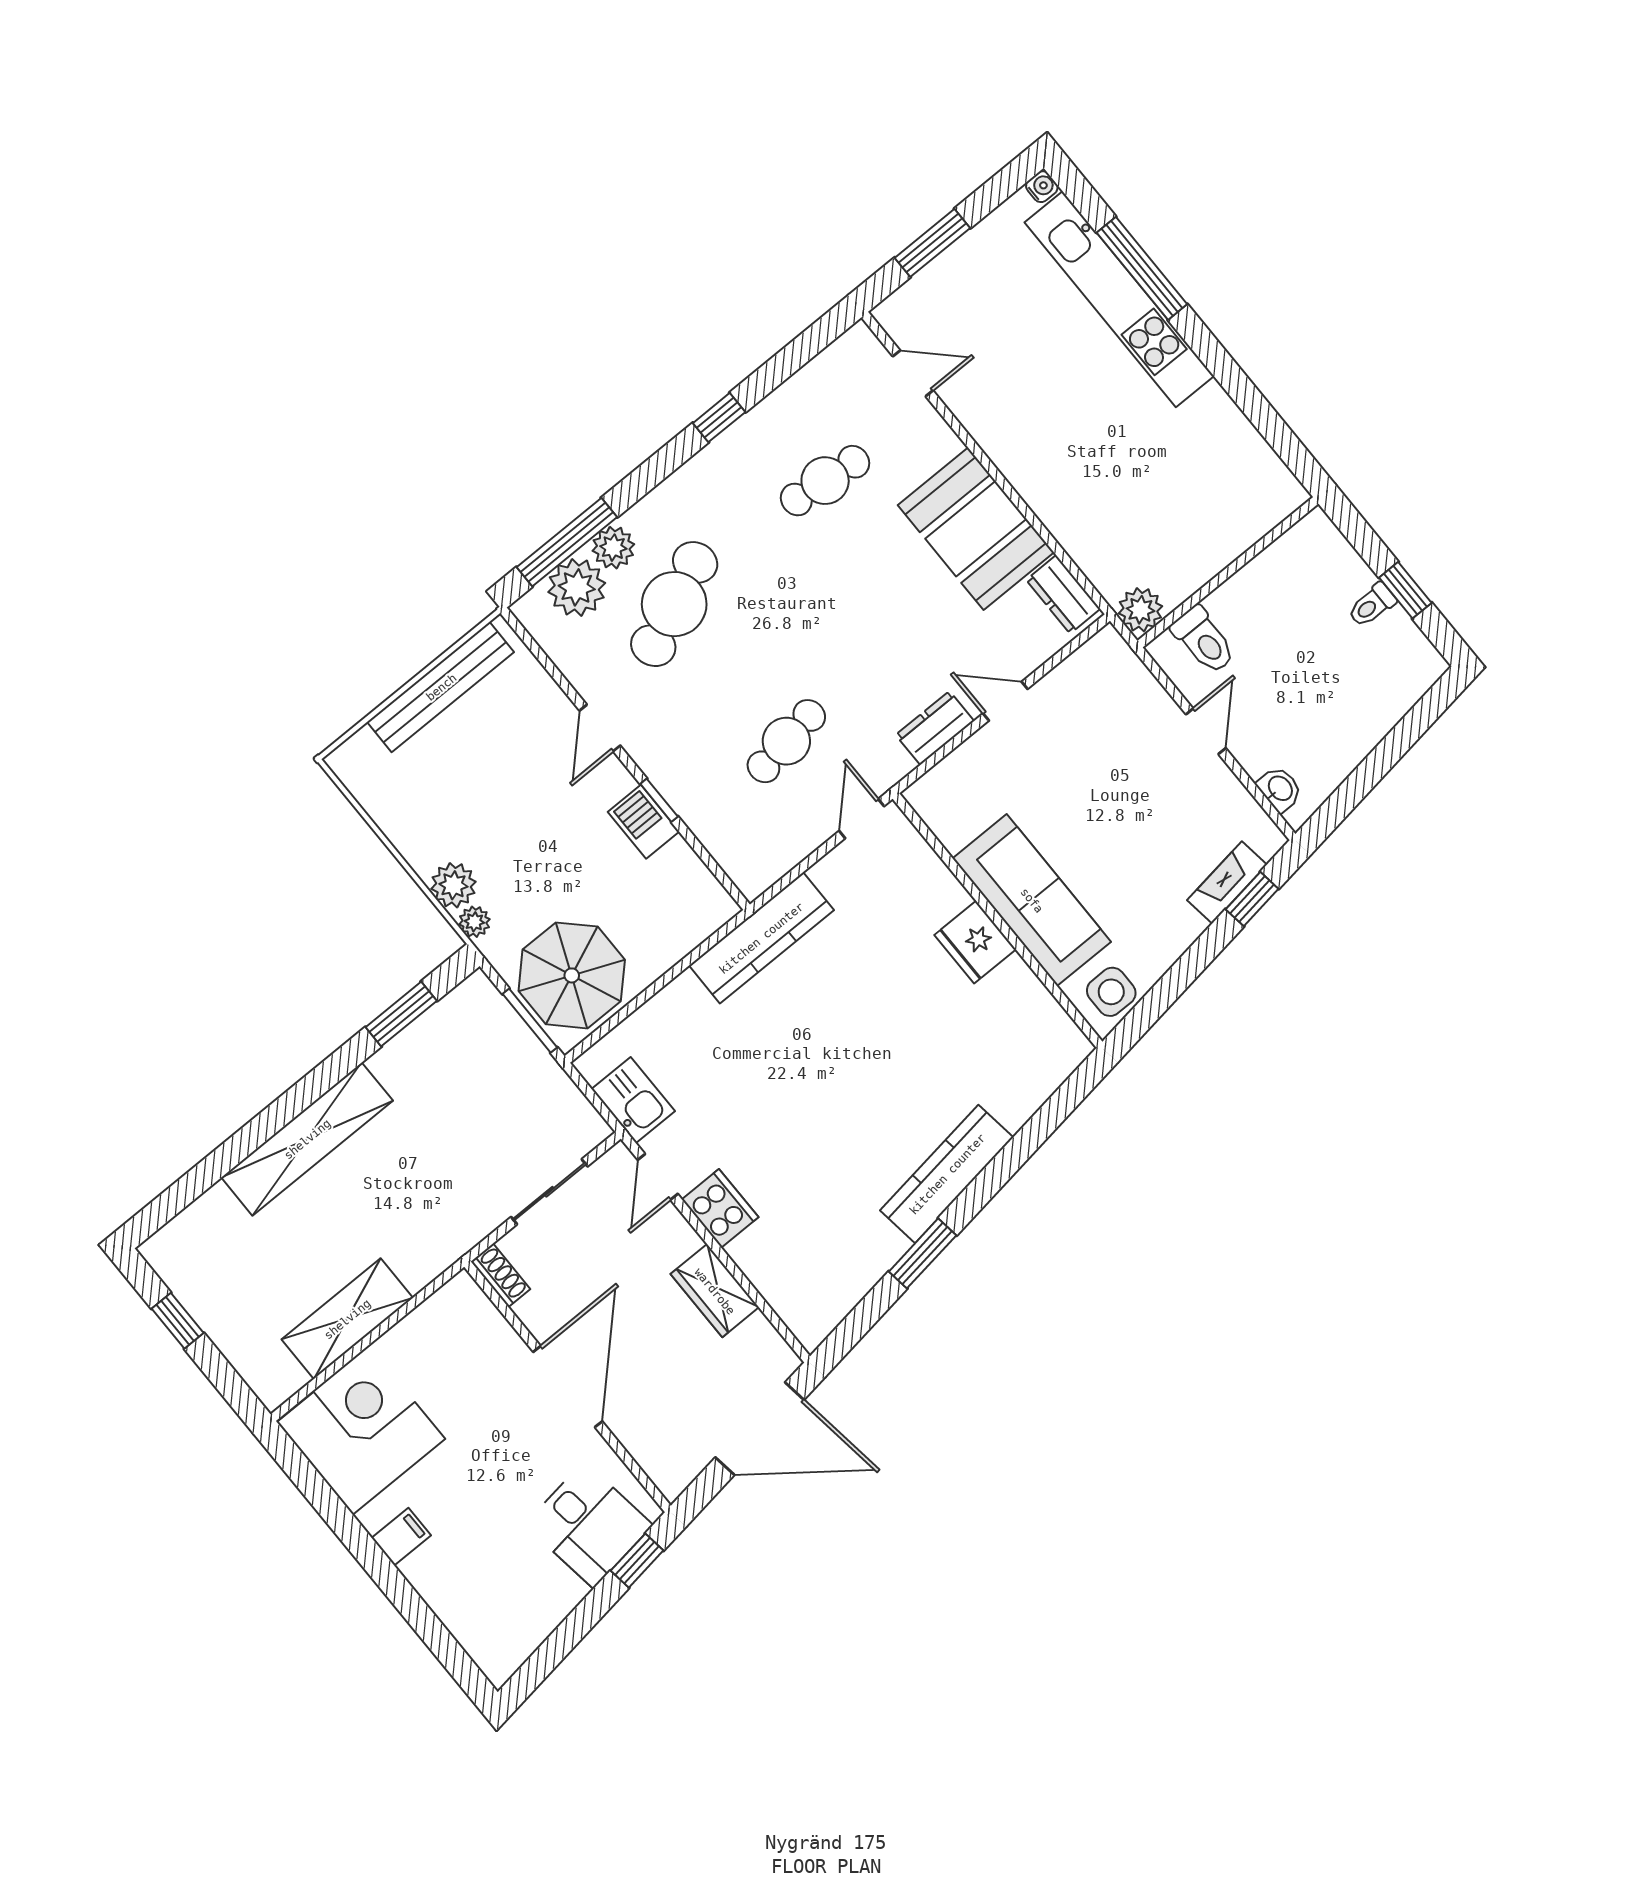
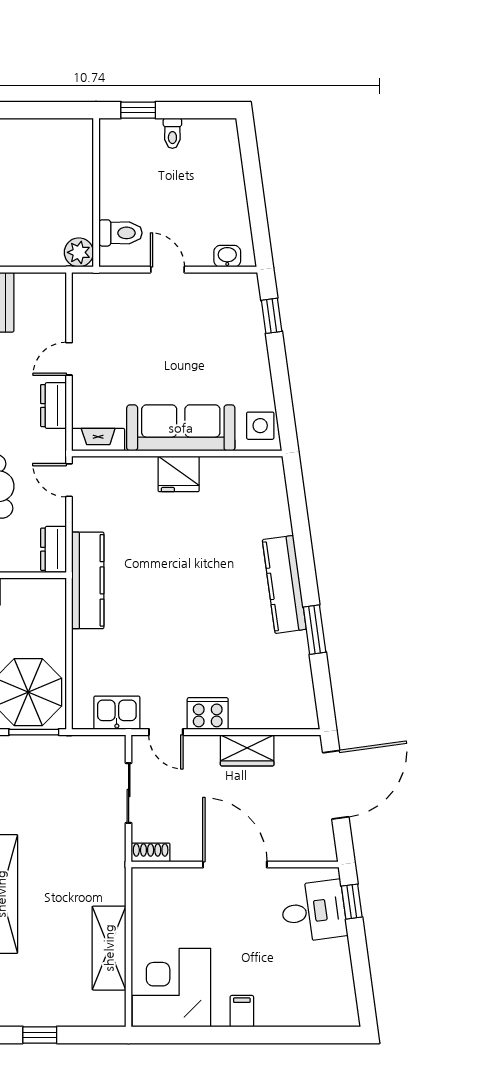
window: (1405, 590) -> (138, 110), moved
dresser: (1063, 594) -> (53, 549), moved, turned 90
fireplace: (1227, 882) -> (98, 440), moved, turned 98

